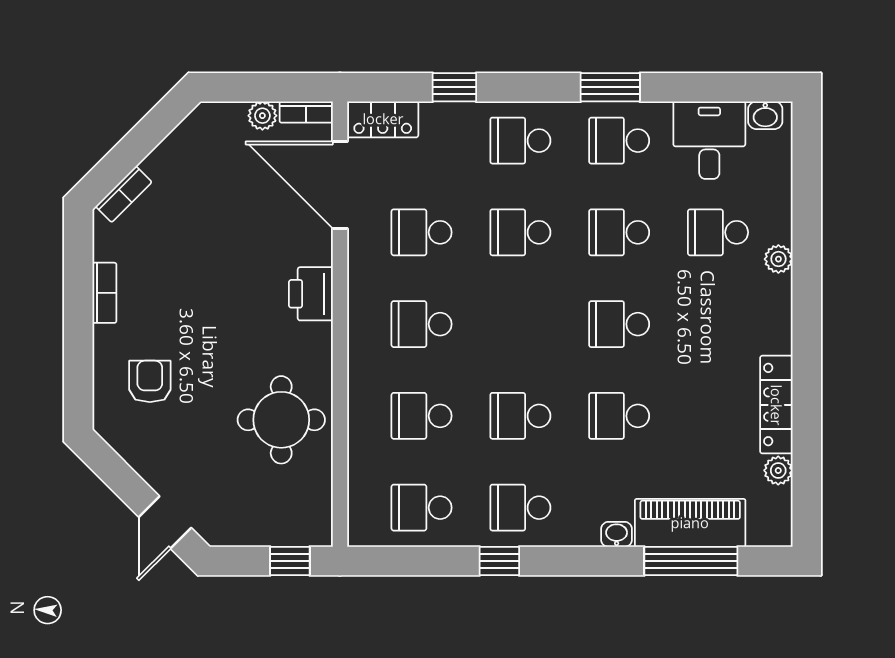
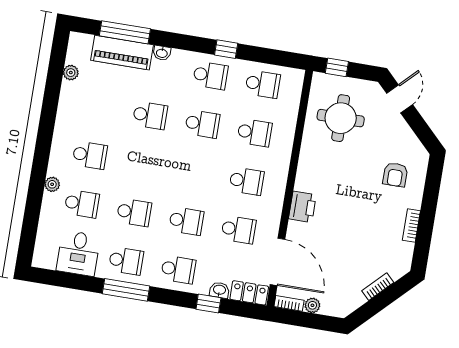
window: (610, 87) -> (126, 290), width x1.44
washbasin: (765, 115) -> (219, 290), moved
bookcase: (124, 194) -> (378, 287), moved
school desk: (619, 324) -> (90, 155), moved
locker: (776, 405) -> (66, 108), removed
round table: (281, 420) -> (341, 118), moved

